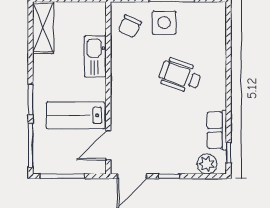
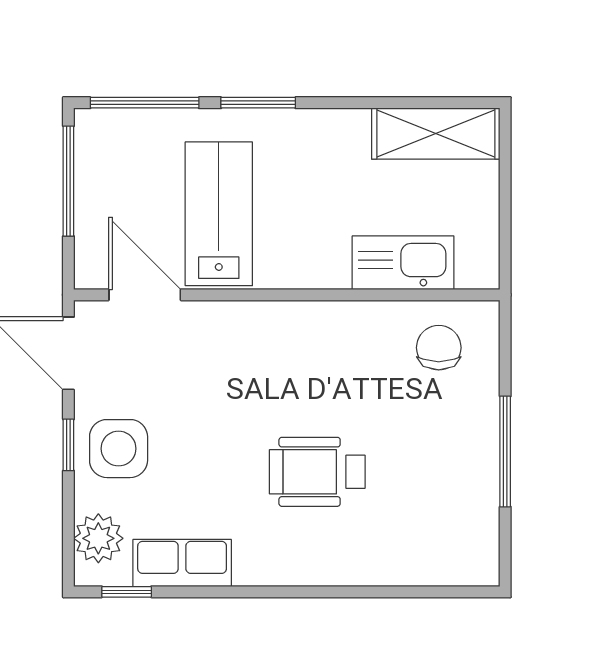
side table: (164, 23) -> (119, 449), moved
chair: (130, 26) -> (439, 348), turned 64
kitchen sink: (95, 56) -> (403, 263), moved
wheelchair: (180, 75) -> (317, 472), turned -110

